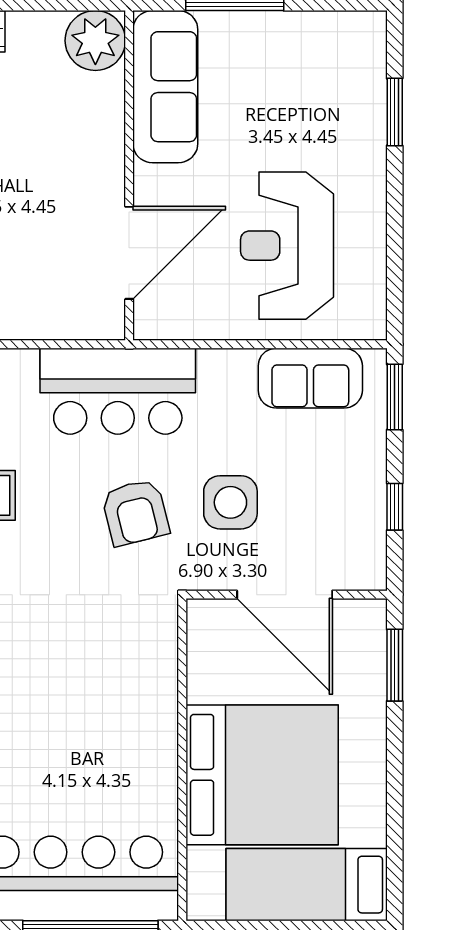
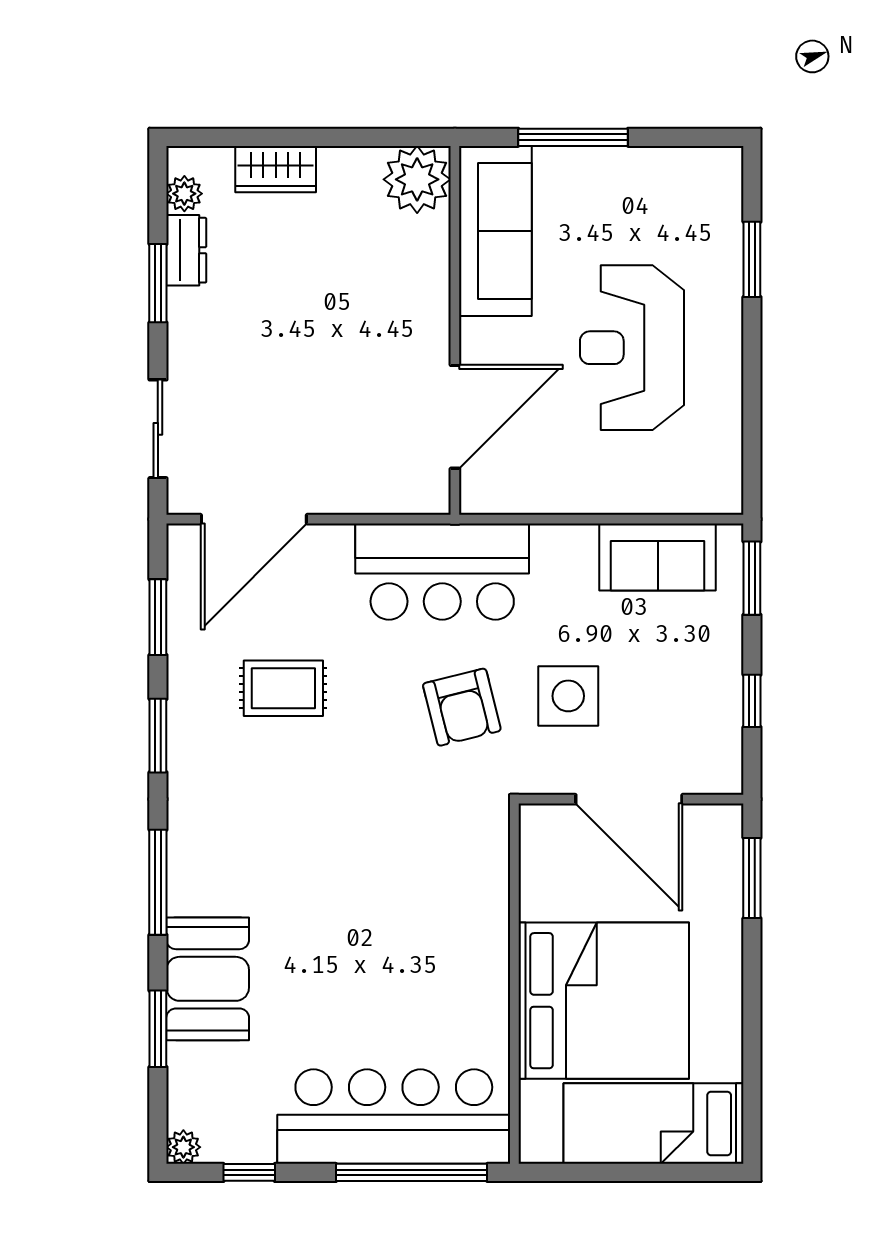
reception desk: (287, 246) -> (632, 348), moved

